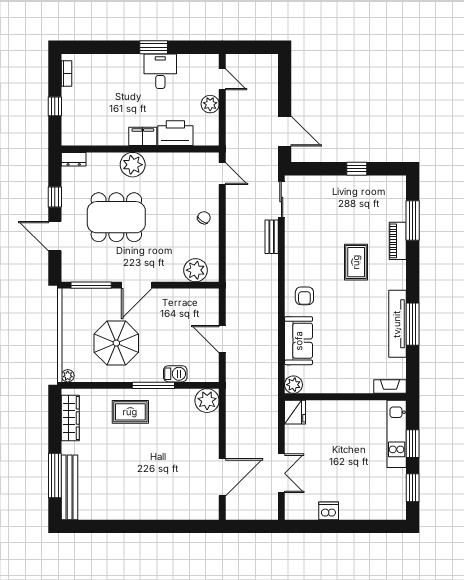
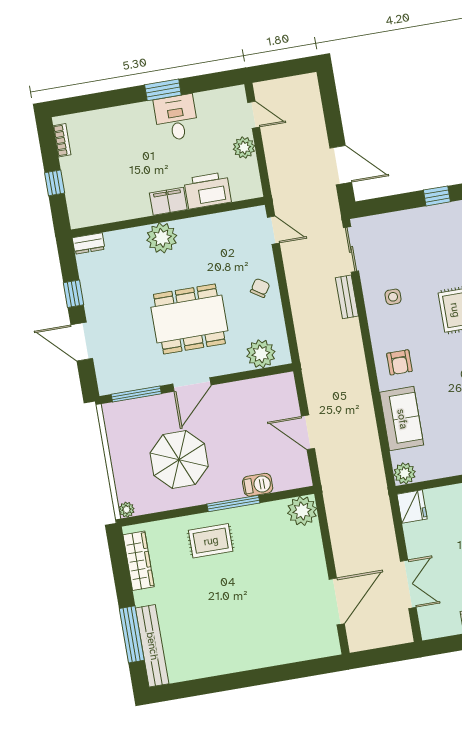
dining table: (116, 217) -> (189, 319), moved
side table: (308, 243) -> (393, 297), added

